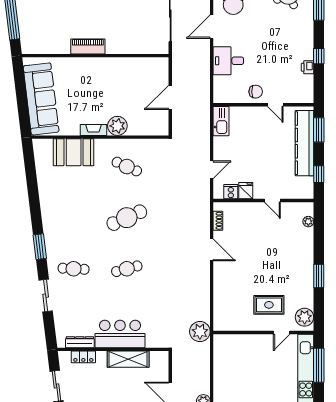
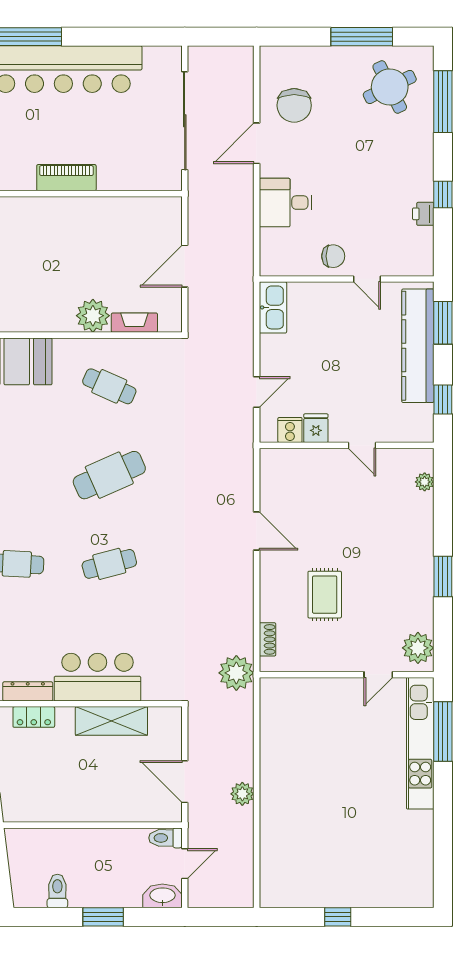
piano: (88, 46) -> (66, 178), moved
fireplace: (93, 130) -> (134, 323), moved
shoe rack: (218, 221) -> (267, 639), moved
rug: (269, 305) -> (325, 595), moved, turned 90

